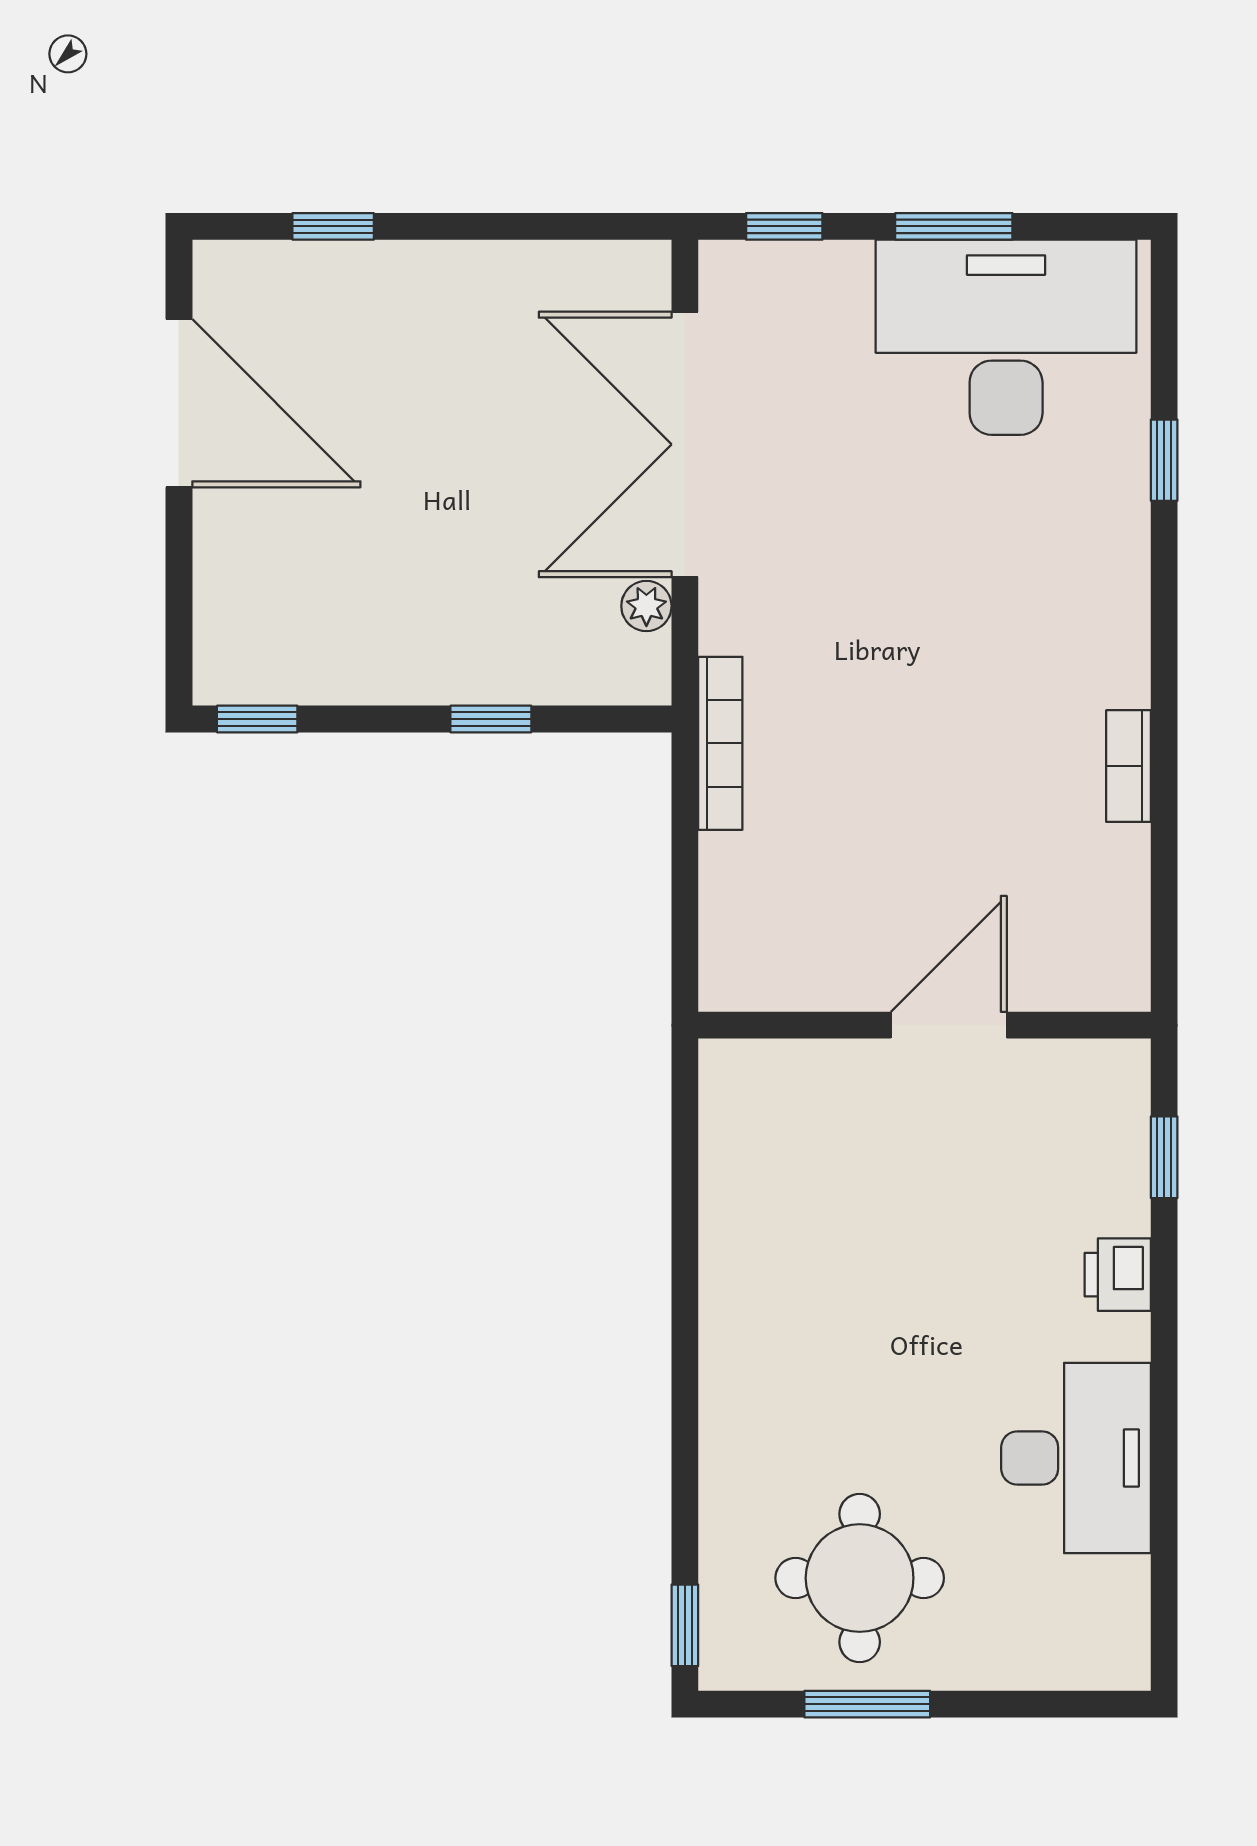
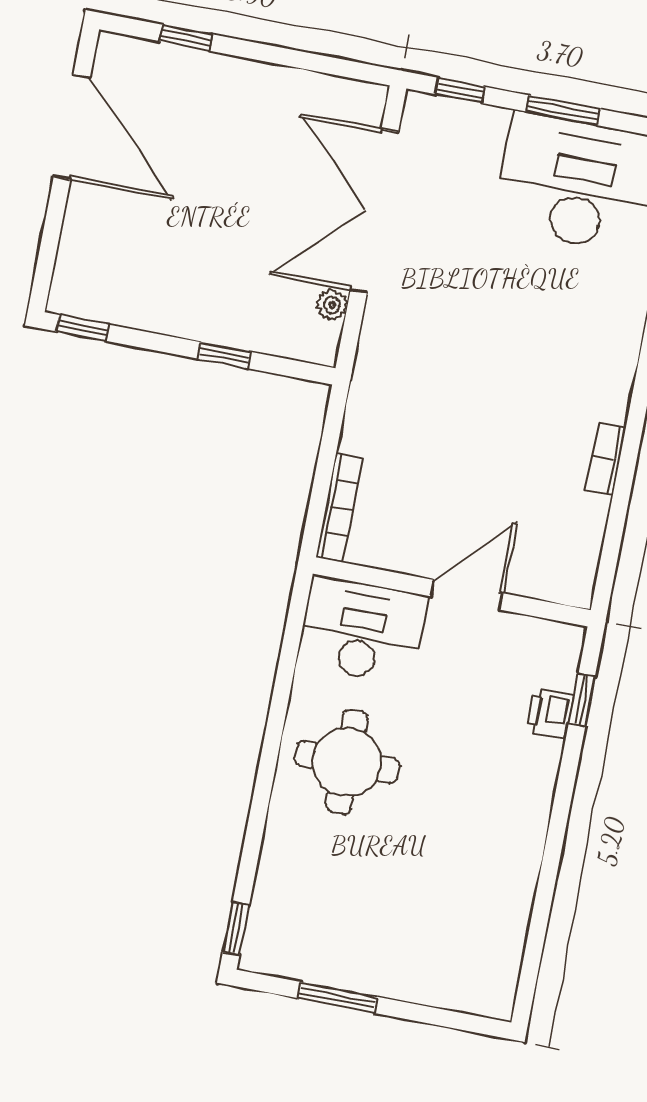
bookcase: (720, 743) -> (339, 507), moved
printer: (1118, 1275) -> (550, 713), moved
desk: (1076, 1458) -> (362, 630), moved, turned -90
round table: (860, 1578) -> (347, 762), moved

